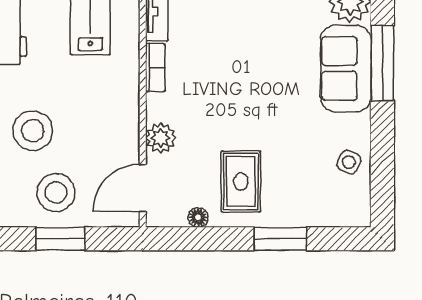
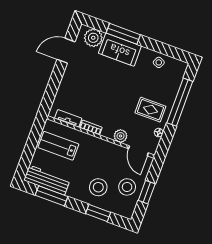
window: (280, 239) -> (180, 102), width x2.11

